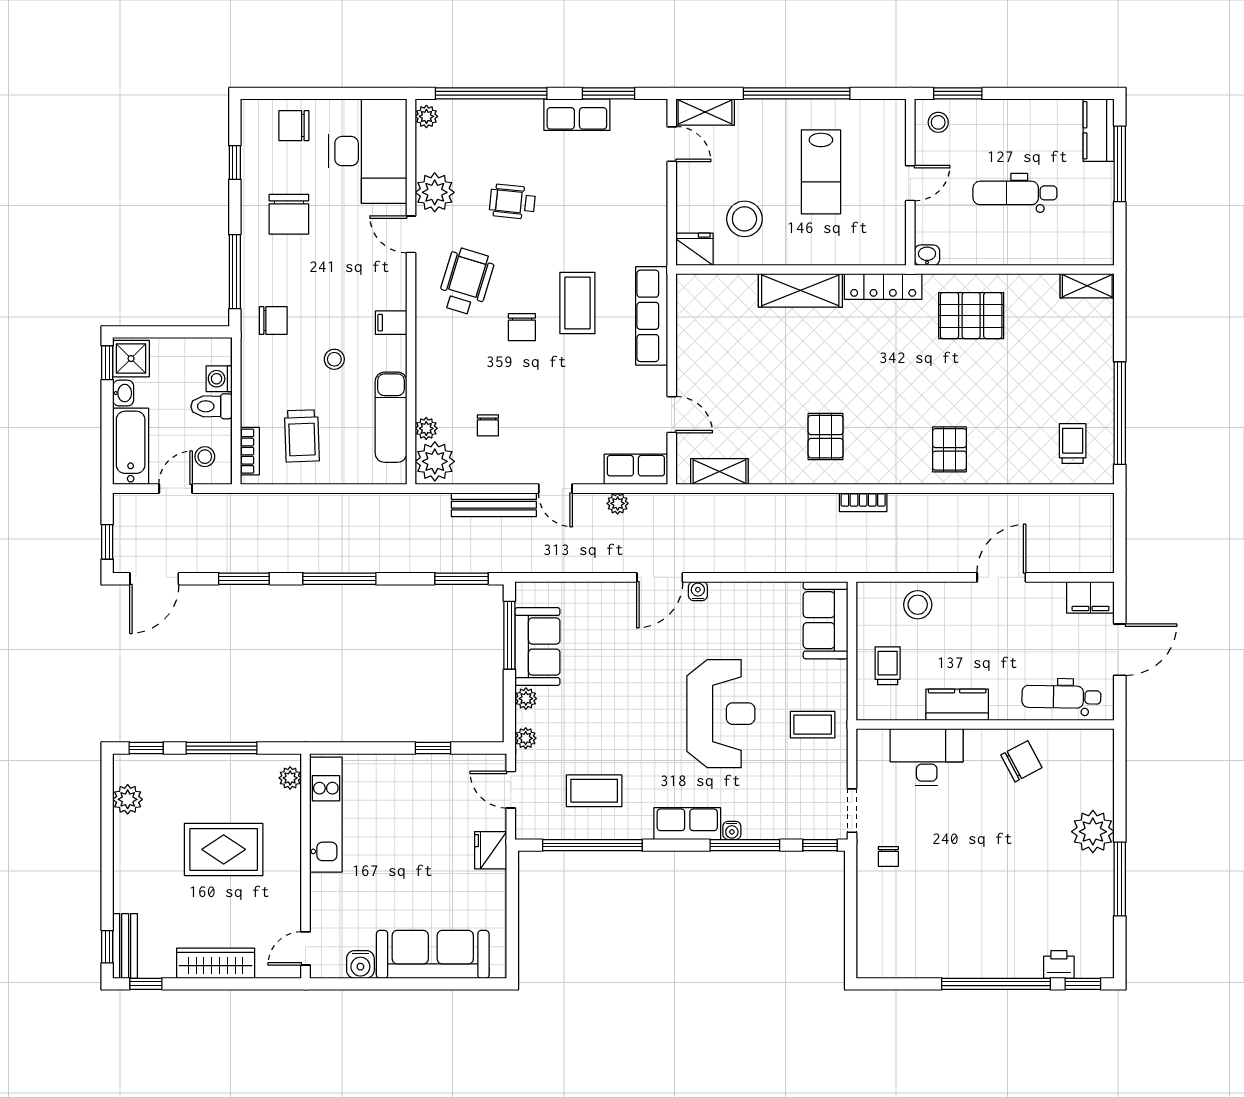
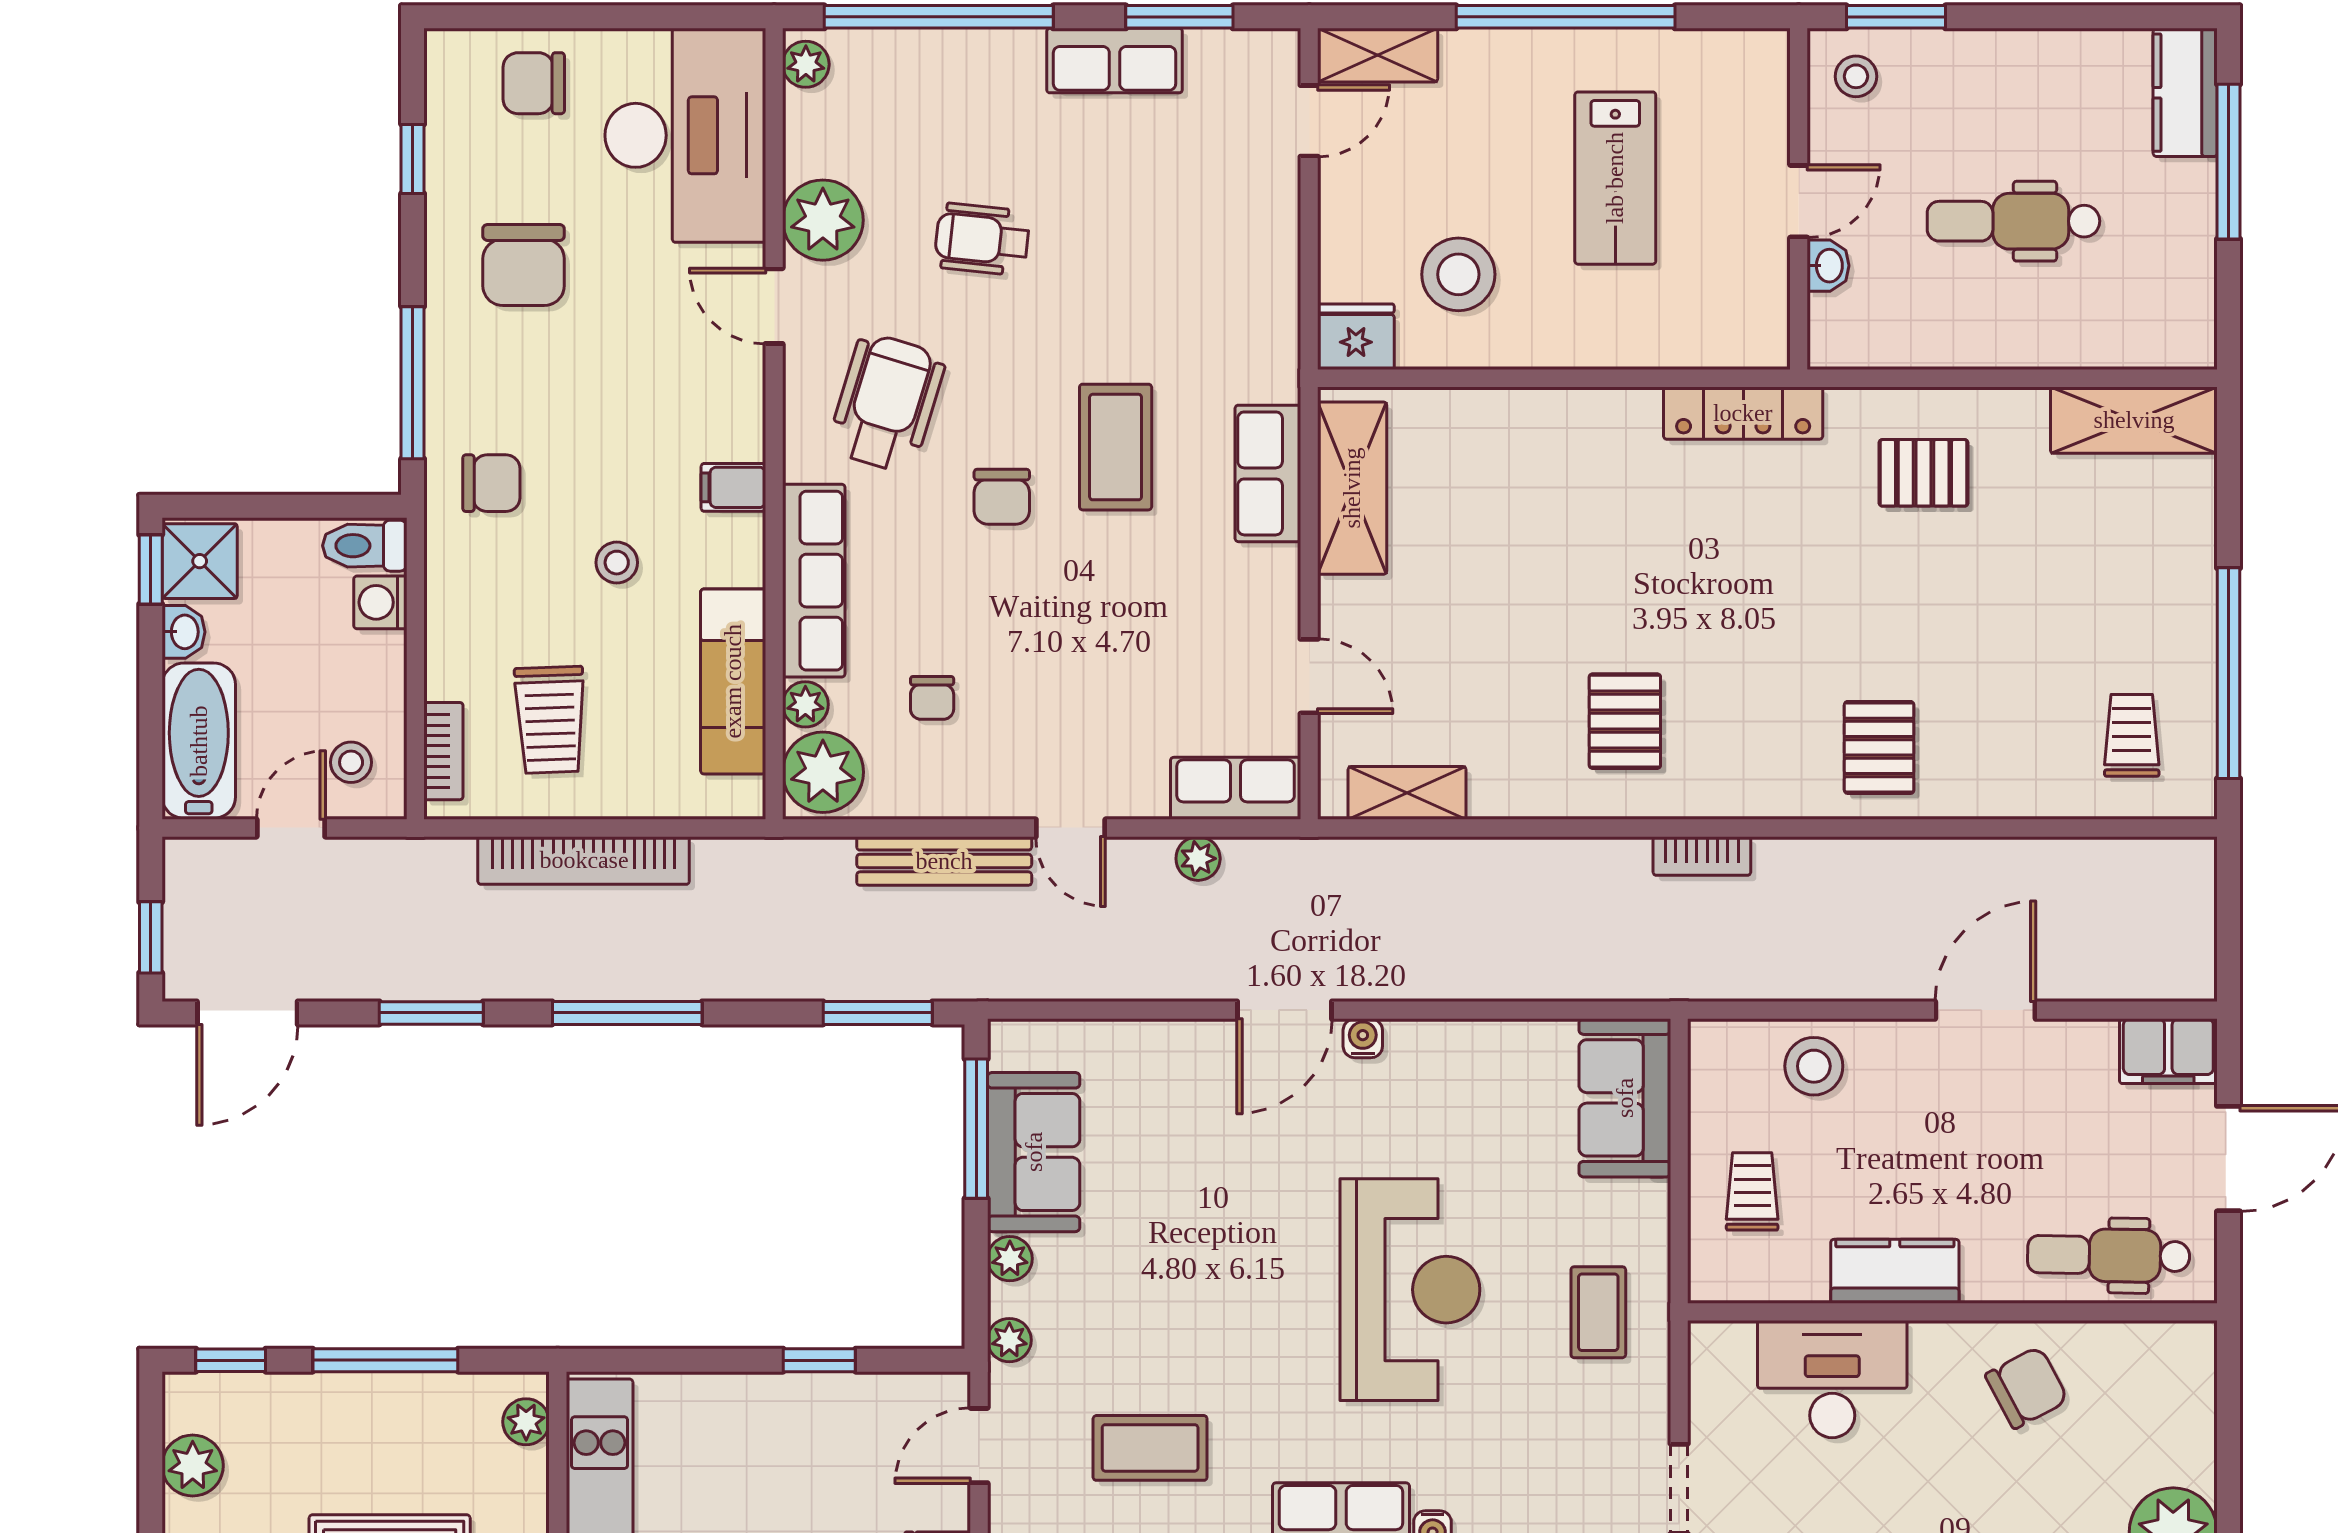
door: (672, 144) -> (1309, 121), hinge flipped
washbasin: (927, 255) -> (1828, 266), moved, turned 90
shelving: (1087, 286) -> (2134, 420), width x1.50, depth x1.33
shelving: (800, 290) -> (1352, 488), moved, turned 90
row of seats: (652, 316) -> (1268, 473), width x0.68
pallet: (971, 316) -> (1924, 473), width x0.67, depth x0.71
row of seats: (430, 368) -> (814, 581), added
toilet: (211, 406) -> (365, 546), moved
bookcase: (318, 504) -> (584, 860), added
coffee table: (813, 725) -> (1598, 1312), turned 90
door: (511, 790) -> (979, 1446), hinge flipped

